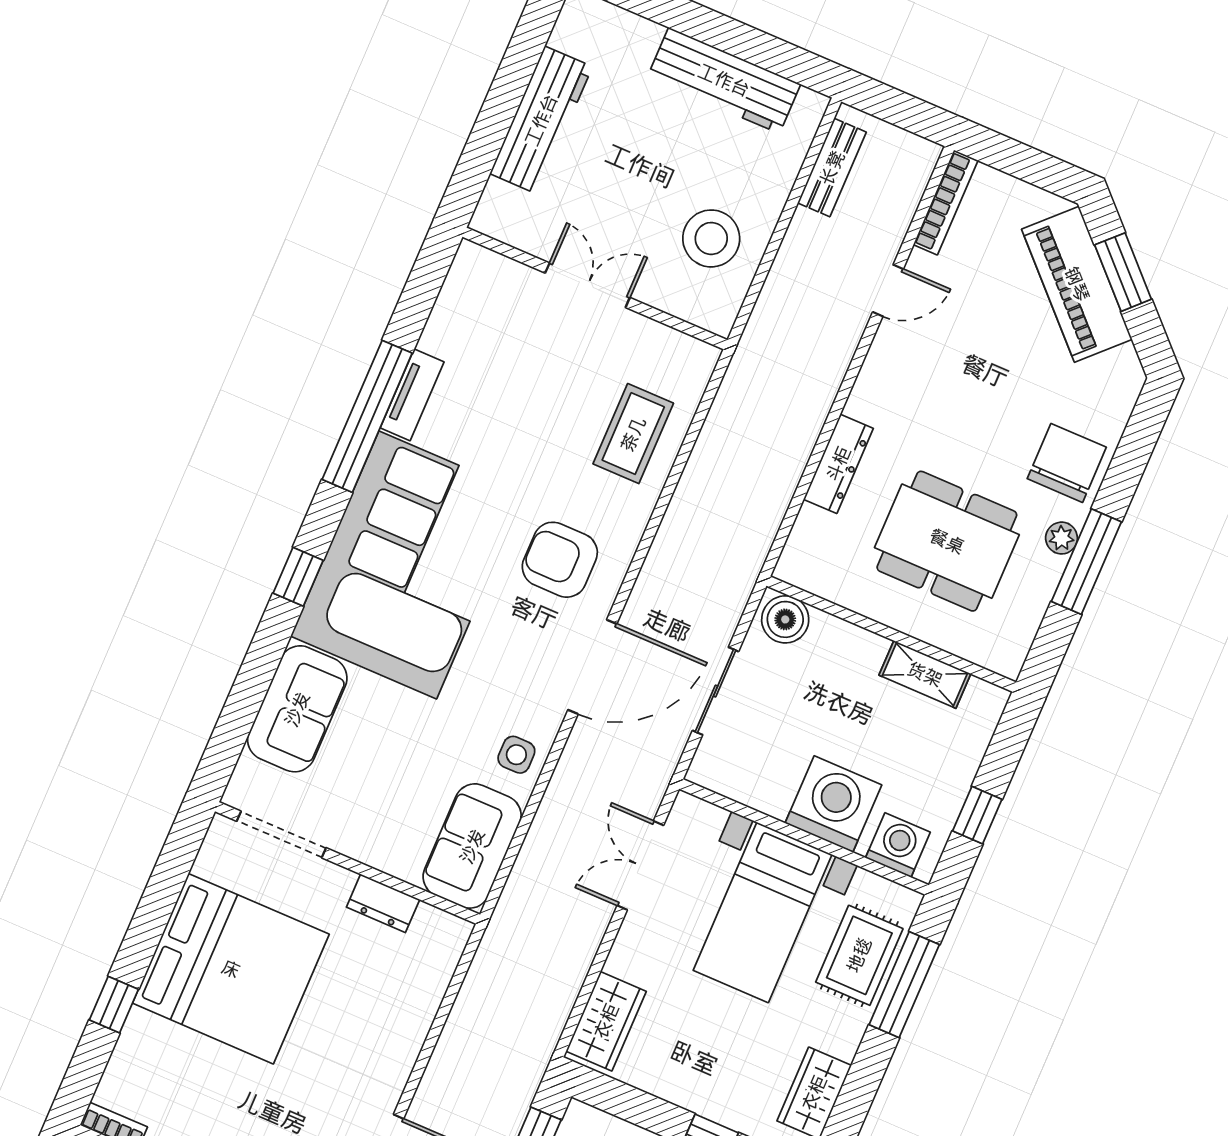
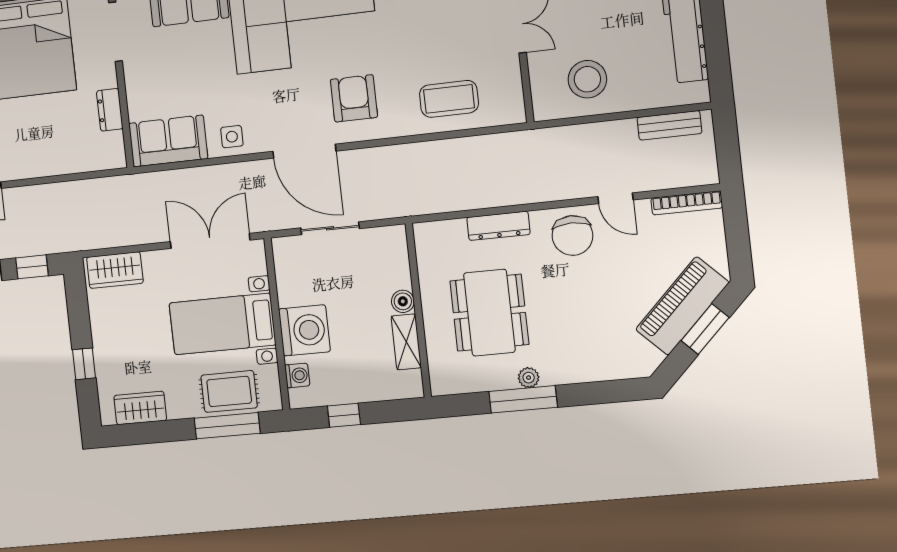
chair: (1067, 463) -> (572, 235), moved, turned 90
boiler: (785, 619) -> (403, 301), moved, width x0.73, depth x0.73
washing machine: (898, 845) -> (297, 375), width x0.73, depth x0.73
double door: (640, 865) -> (210, 241), width x1.37

